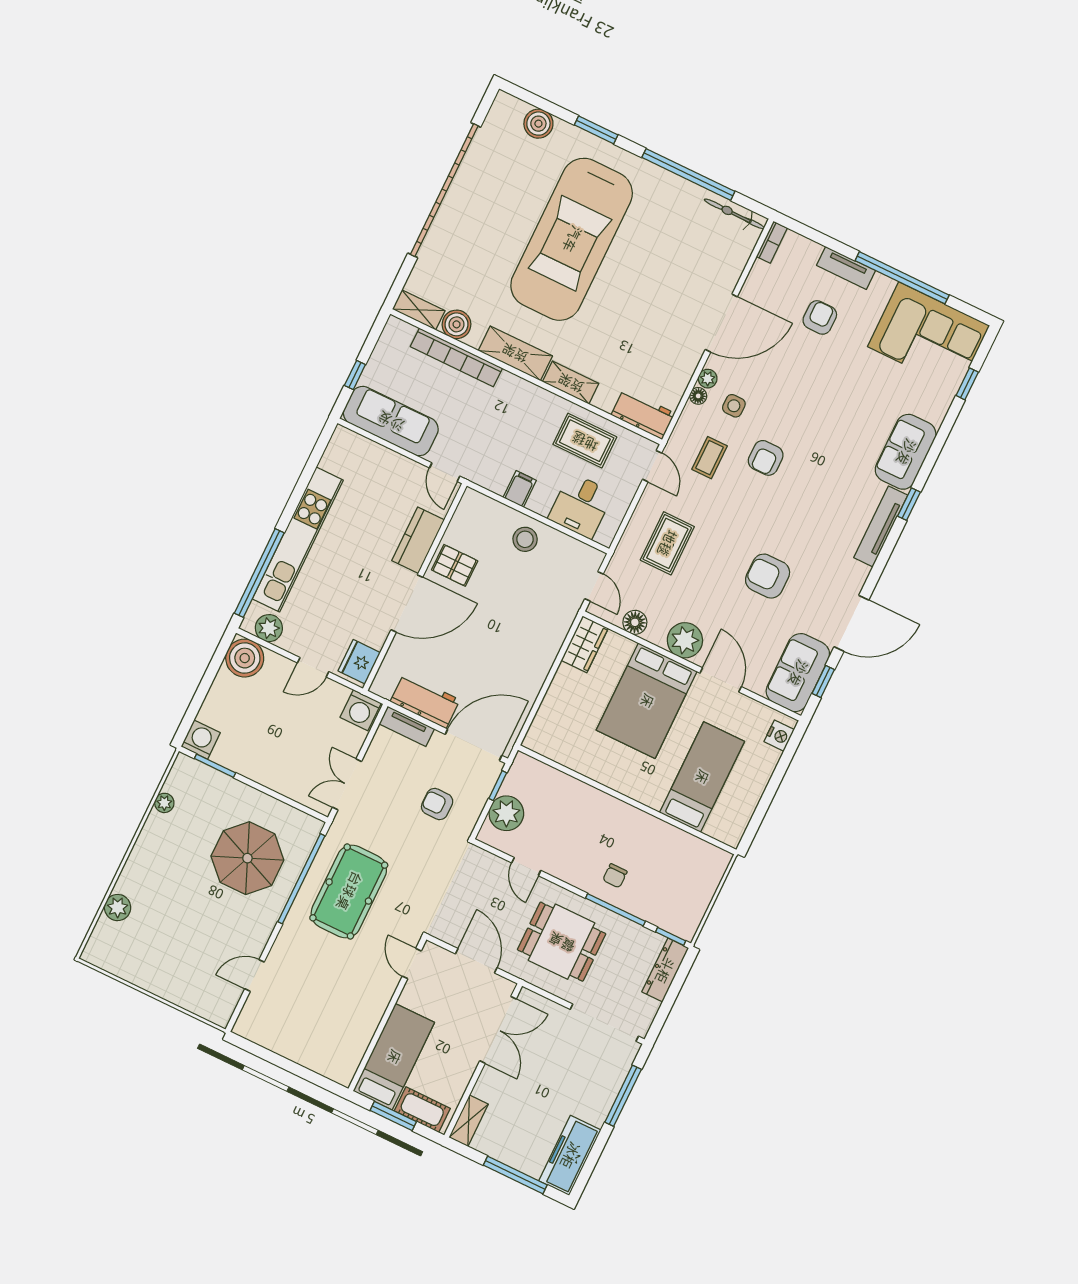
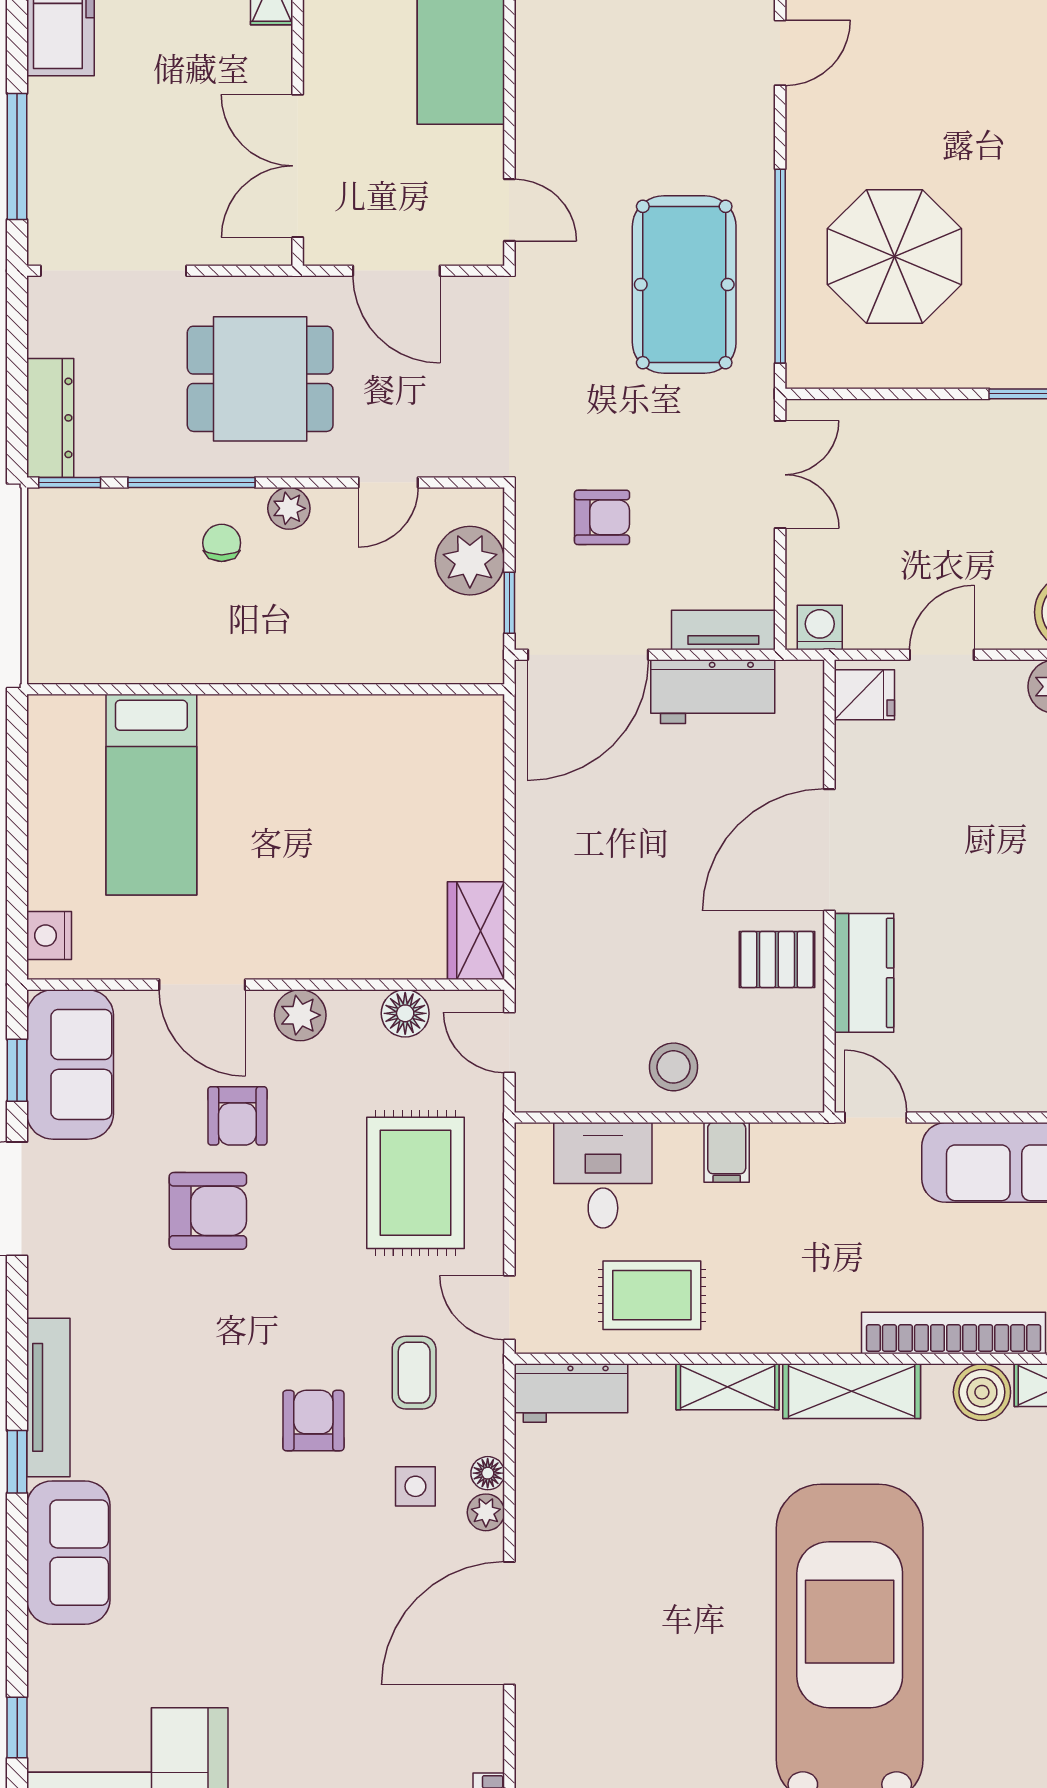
armchair: (820, 317) -> (237, 1116), moved
rug: (667, 543) -> (416, 1183), width x1.36, depth x1.43
plant: (685, 640) -> (300, 1015), width x0.73, depth x0.73
fridge: (359, 662) -> (864, 695), width x0.72
bed: (647, 701) -> (316, 883), removed
washing machine: (361, 710) -> (820, 627), width x0.73, depth x0.73
door: (526, 867) -> (388, 482), swing flipped
plant: (577, 877) -> (289, 508), added

